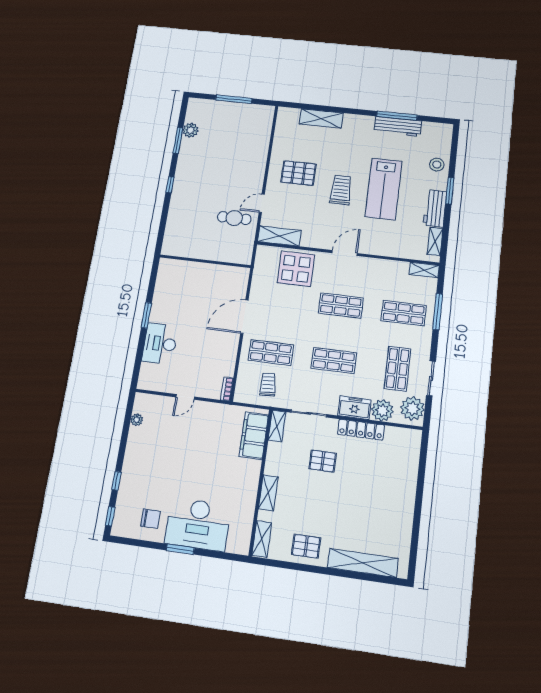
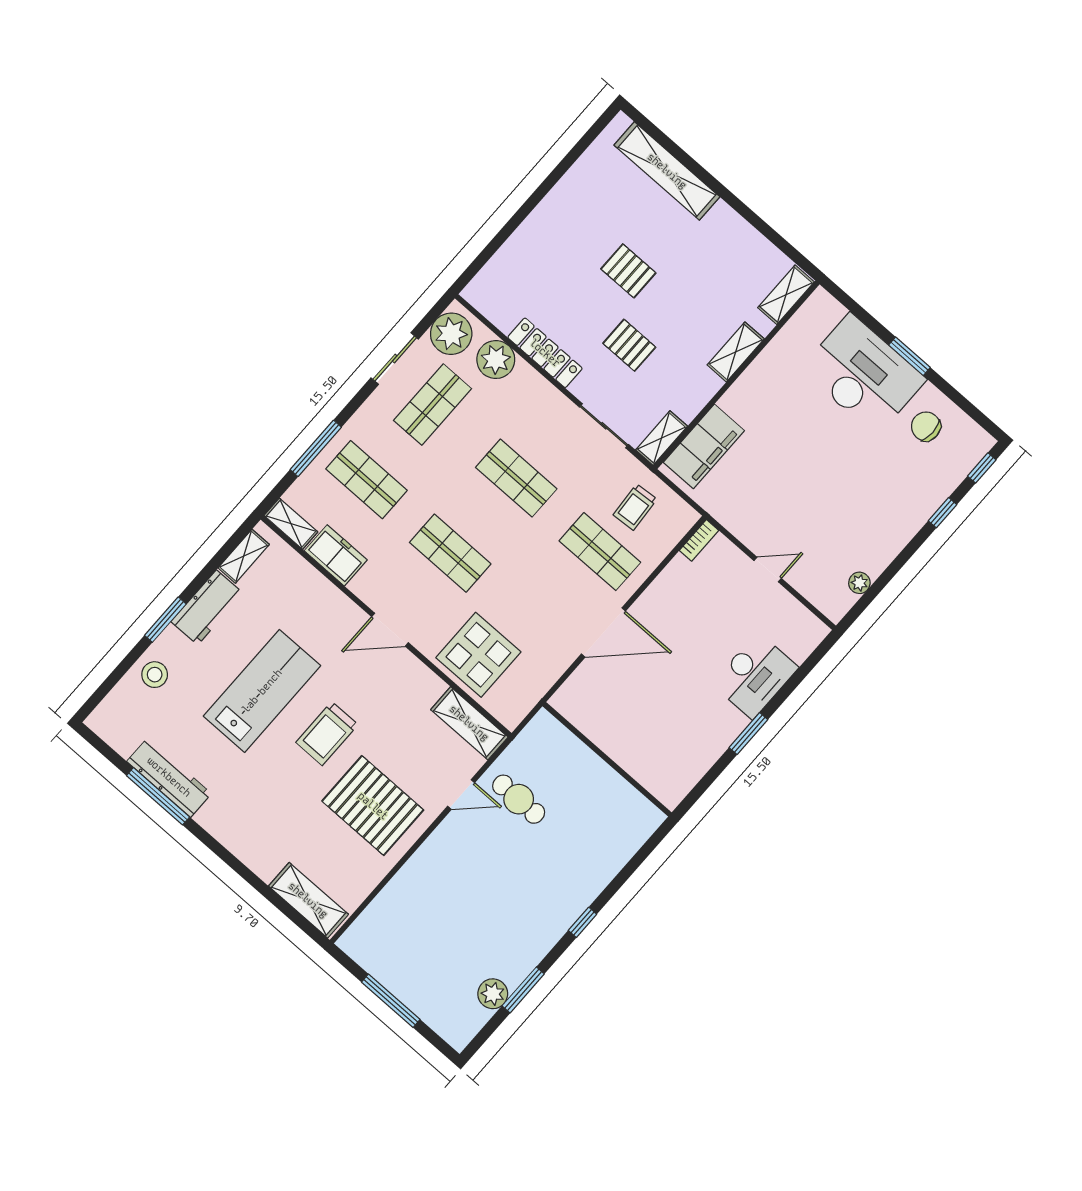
shelving: (321, 118) -> (308, 900), moved
pallet: (298, 173) -> (373, 806), width x1.37, depth x1.41
freezer: (355, 408) -> (336, 555), moved, turned 180
pallet: (306, 546) -> (628, 271), moved

